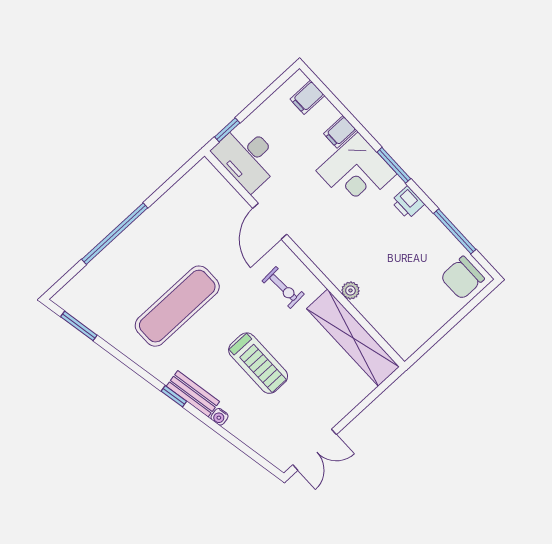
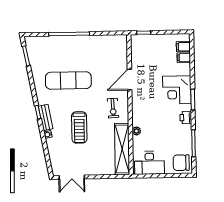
filing cabinet: (340, 132) -> (184, 58), moved
desk: (247, 157) -> (149, 163), moved, turned -90

